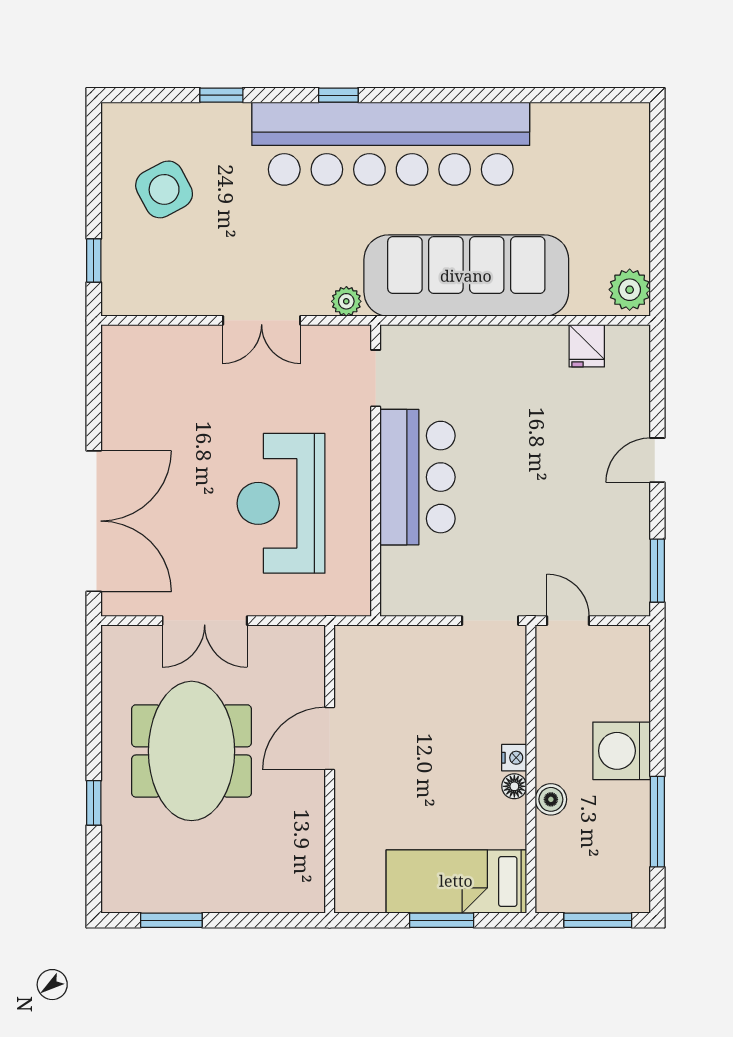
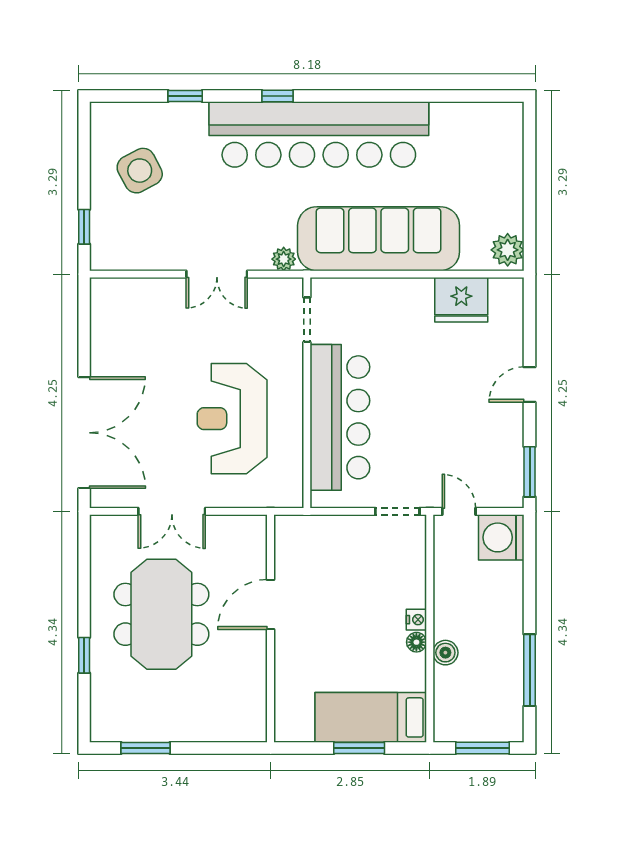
fridge: (587, 346) -> (461, 300), width x1.88, depth x1.34
bar counter: (417, 477) -> (340, 417), width x1.36
washing machine: (622, 751) -> (501, 537), moved

